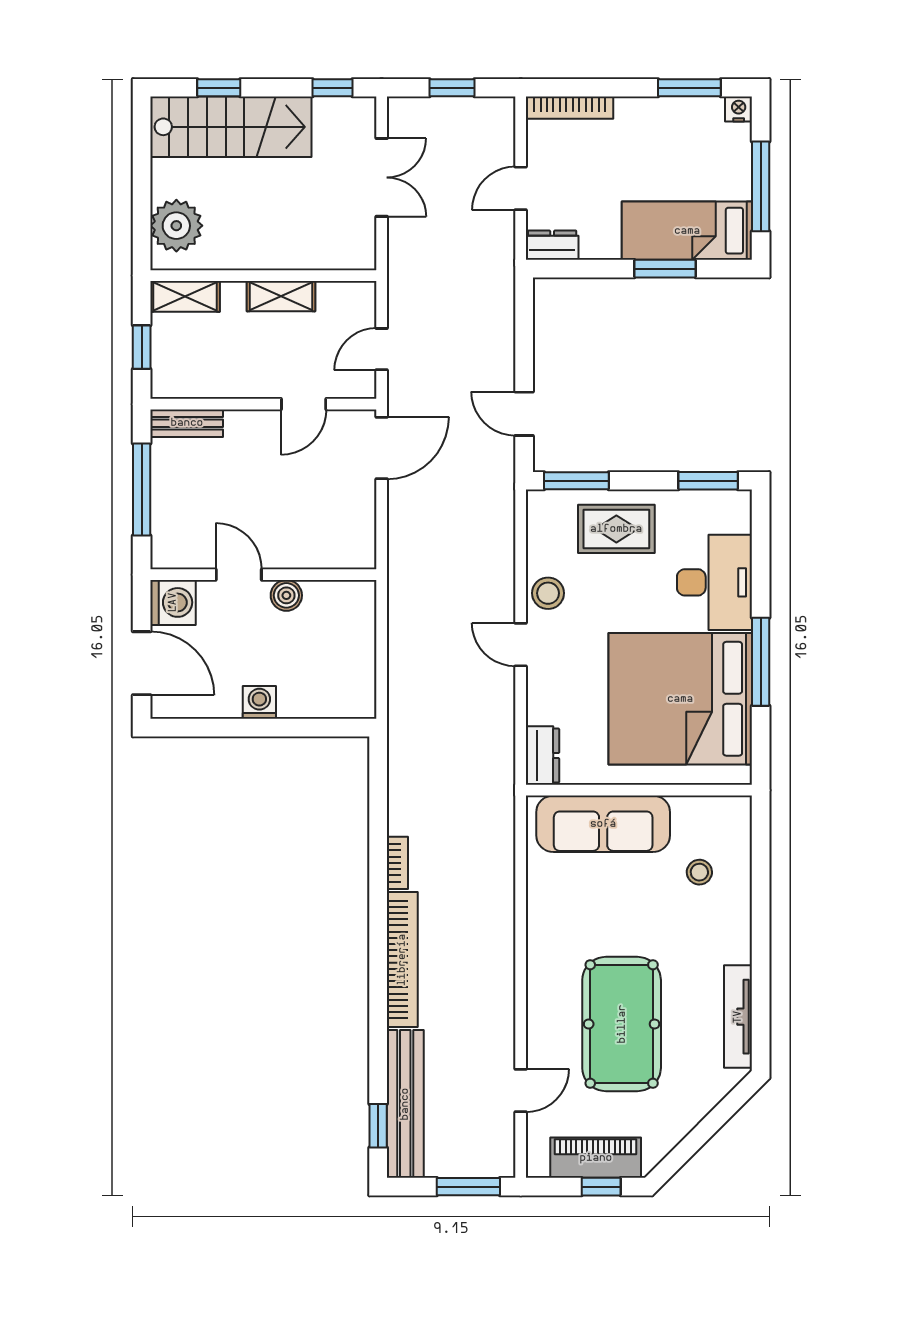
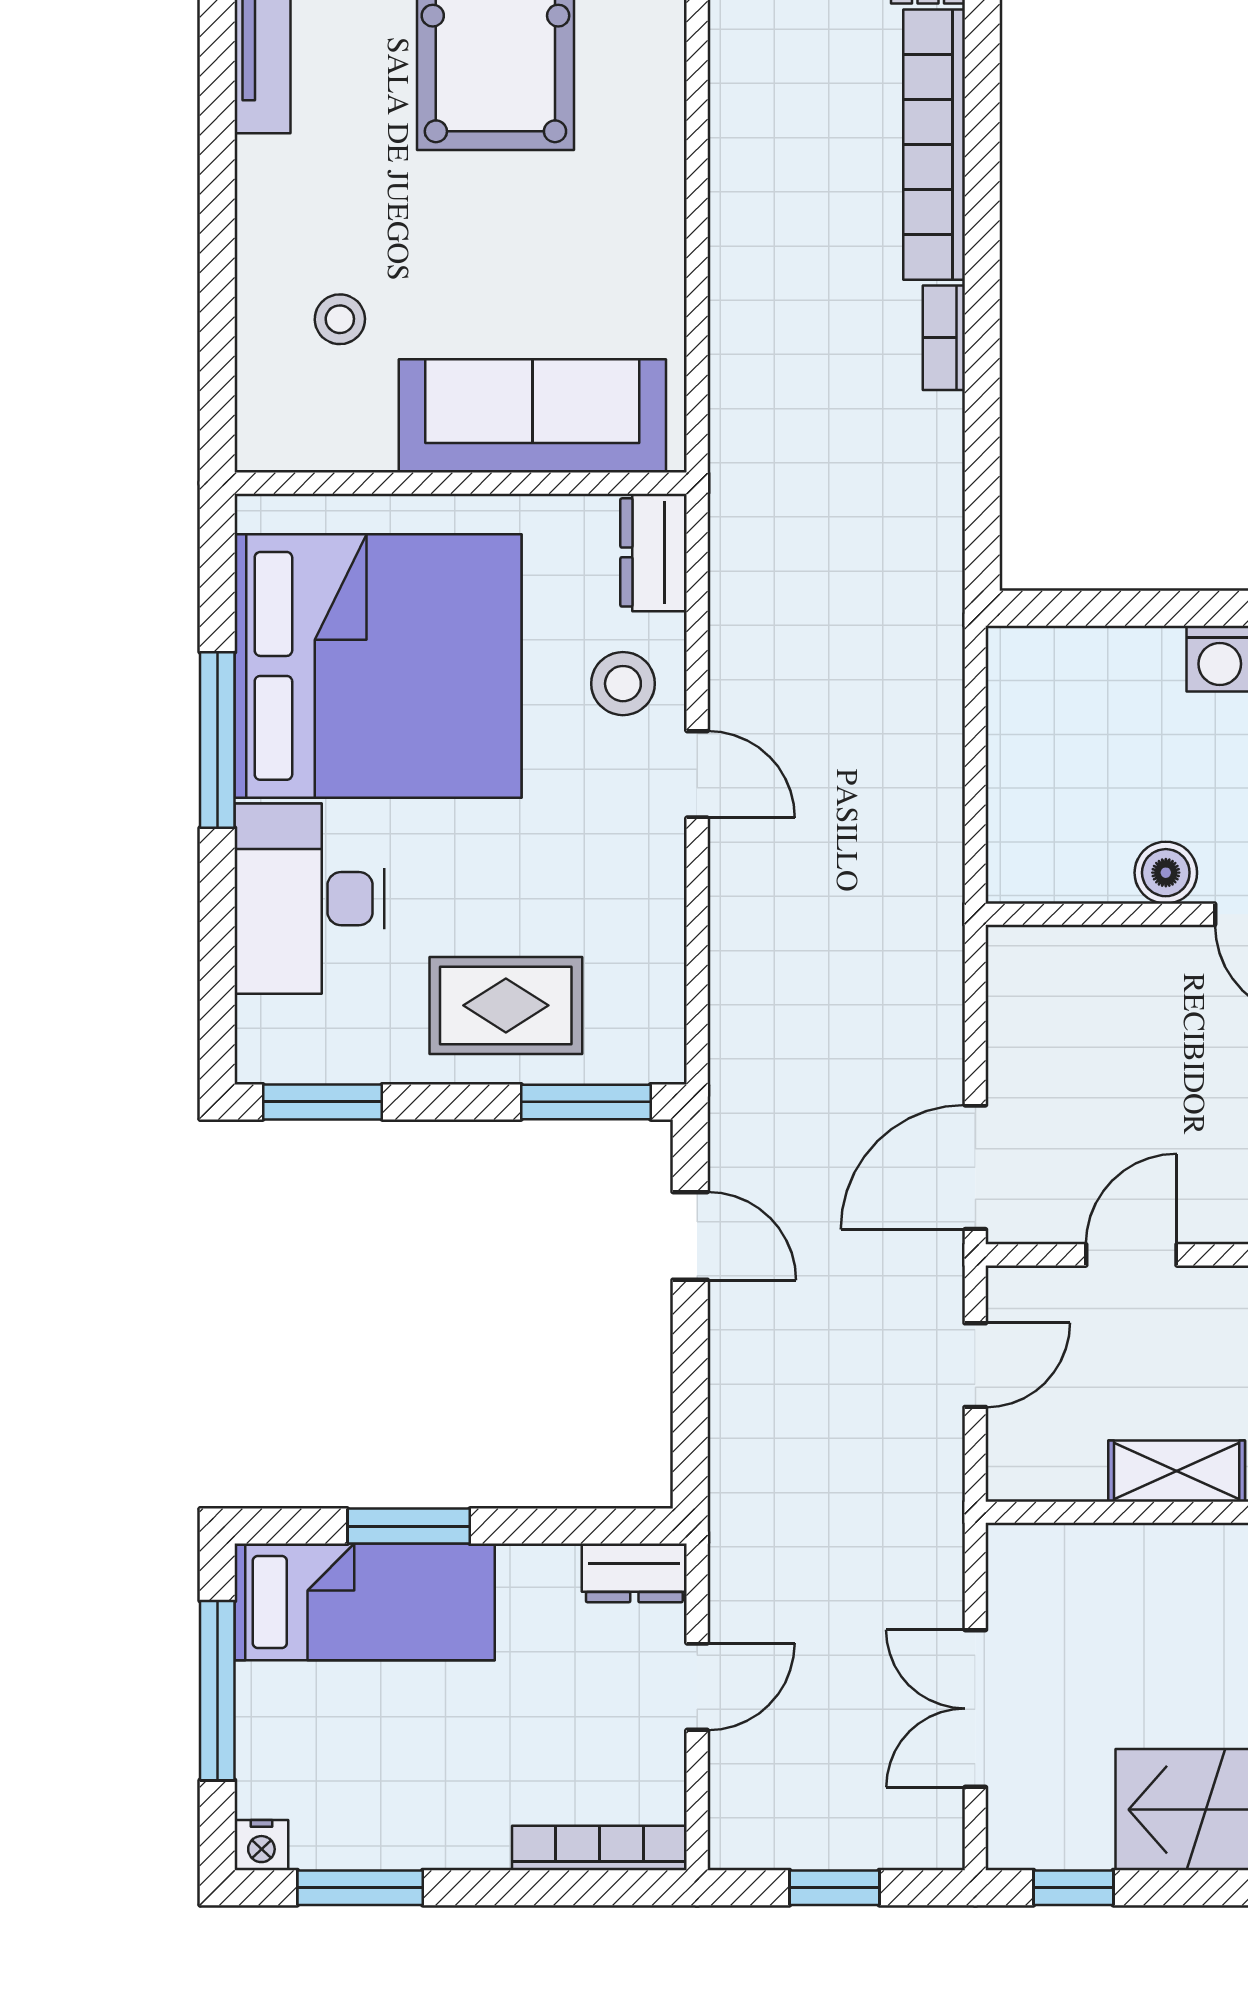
stool: (548, 593) -> (623, 684), moved

